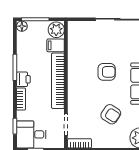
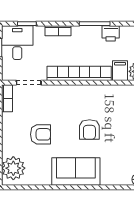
printer: (23, 79) -> (111, 33), moved
armchair: (111, 114) -> (41, 134), turned -123

